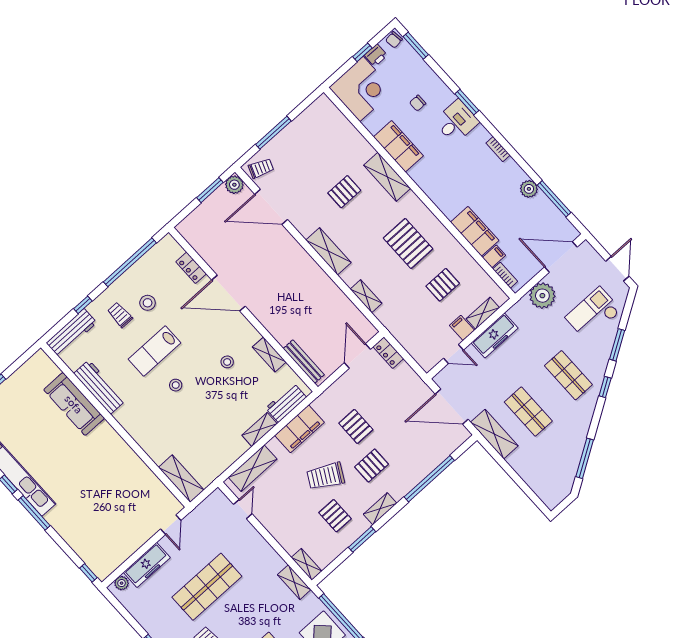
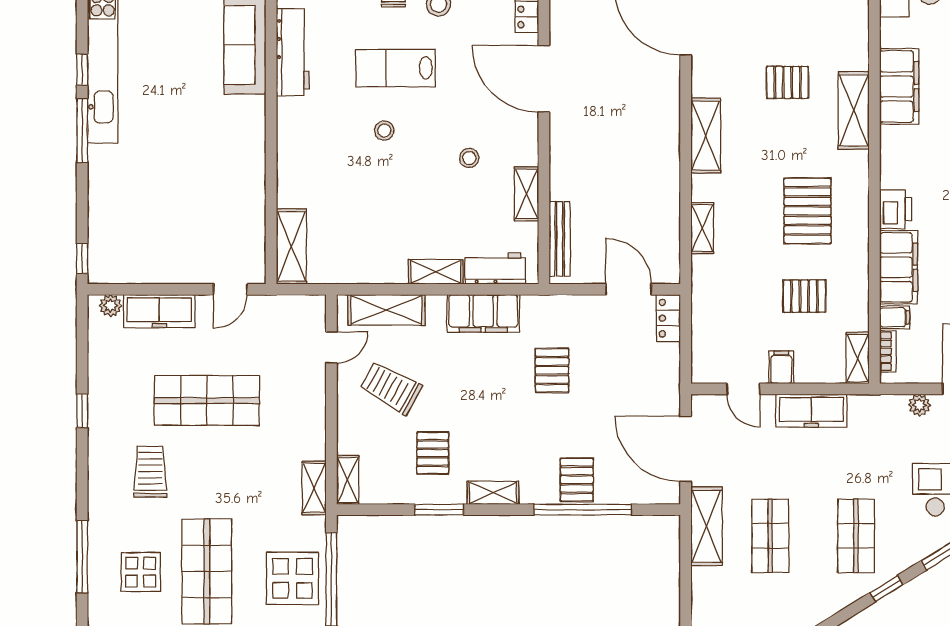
printer: (449, 205) -> (896, 209), added
plant: (542, 296) -> (919, 405), width x0.53, depth x0.53
shelving: (483, 313) -> (858, 358), moved, turned 90
door: (357, 356) -> (629, 289), hinge flipped
pallet: (372, 465) -> (577, 480), moved, turned 90
trolley: (326, 476) -> (391, 388), moved

